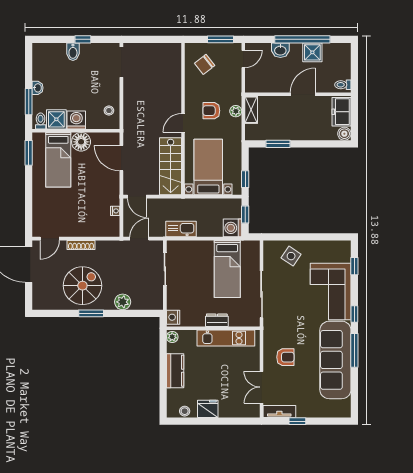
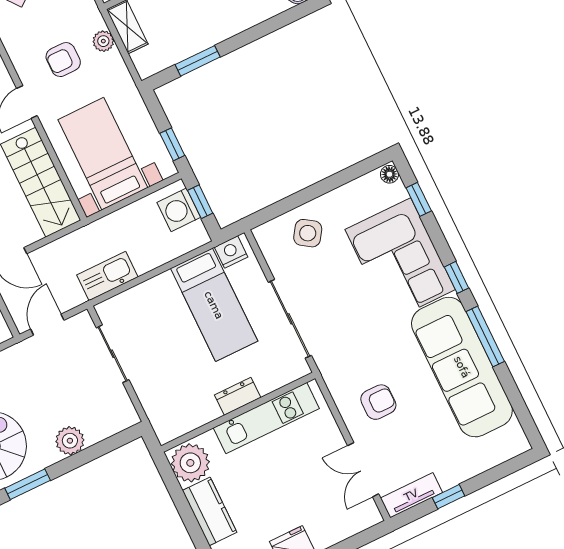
washing machine: (233, 228) -> (179, 210), moved
floor lamp: (346, 247) -> (389, 174), added
nightstand: (173, 317) -> (231, 252), moved, turned 90
plant: (172, 337) -> (190, 463), width x1.88, depth x1.88

